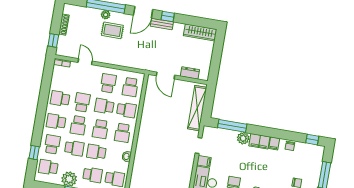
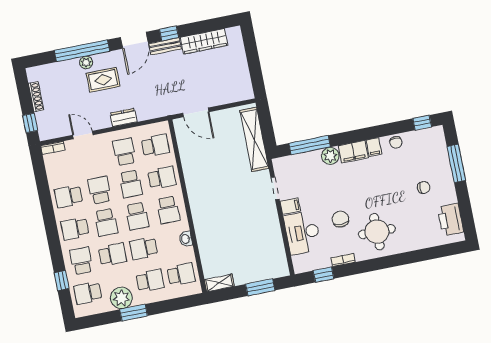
wardrobe: (200, 33) -> (204, 41), moved
dresser: (190, 73) -> (123, 117), moved
school desk: (130, 87) -> (155, 145), turned -90
school desk: (104, 106) -> (131, 184), turned -90

